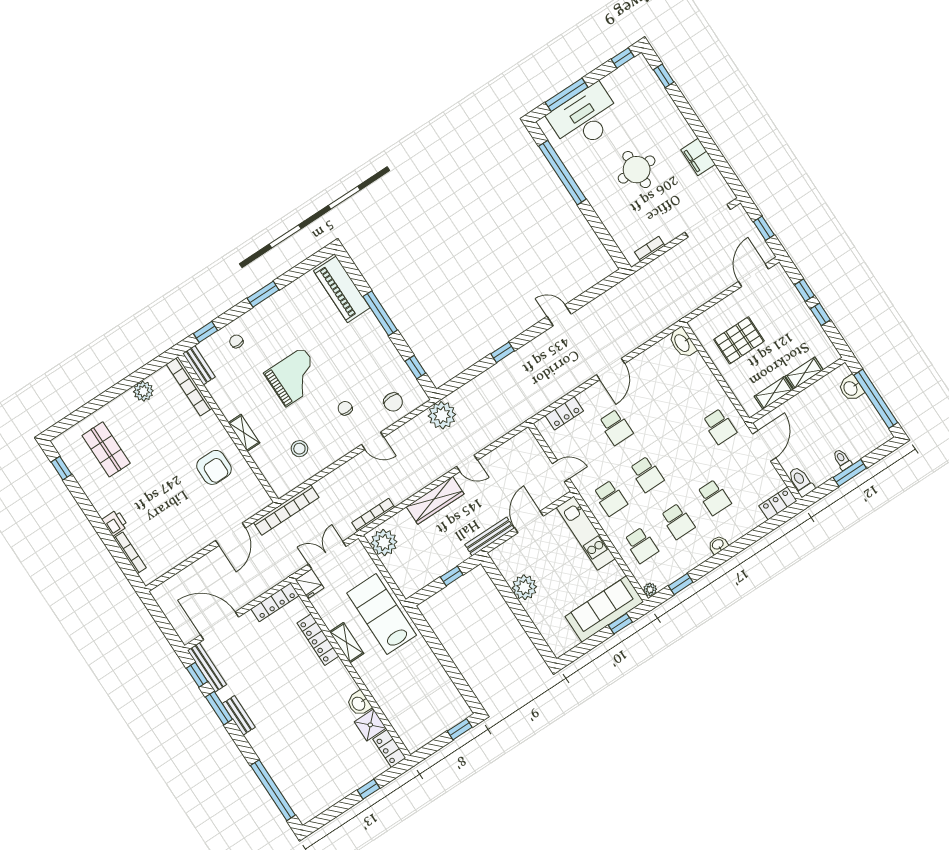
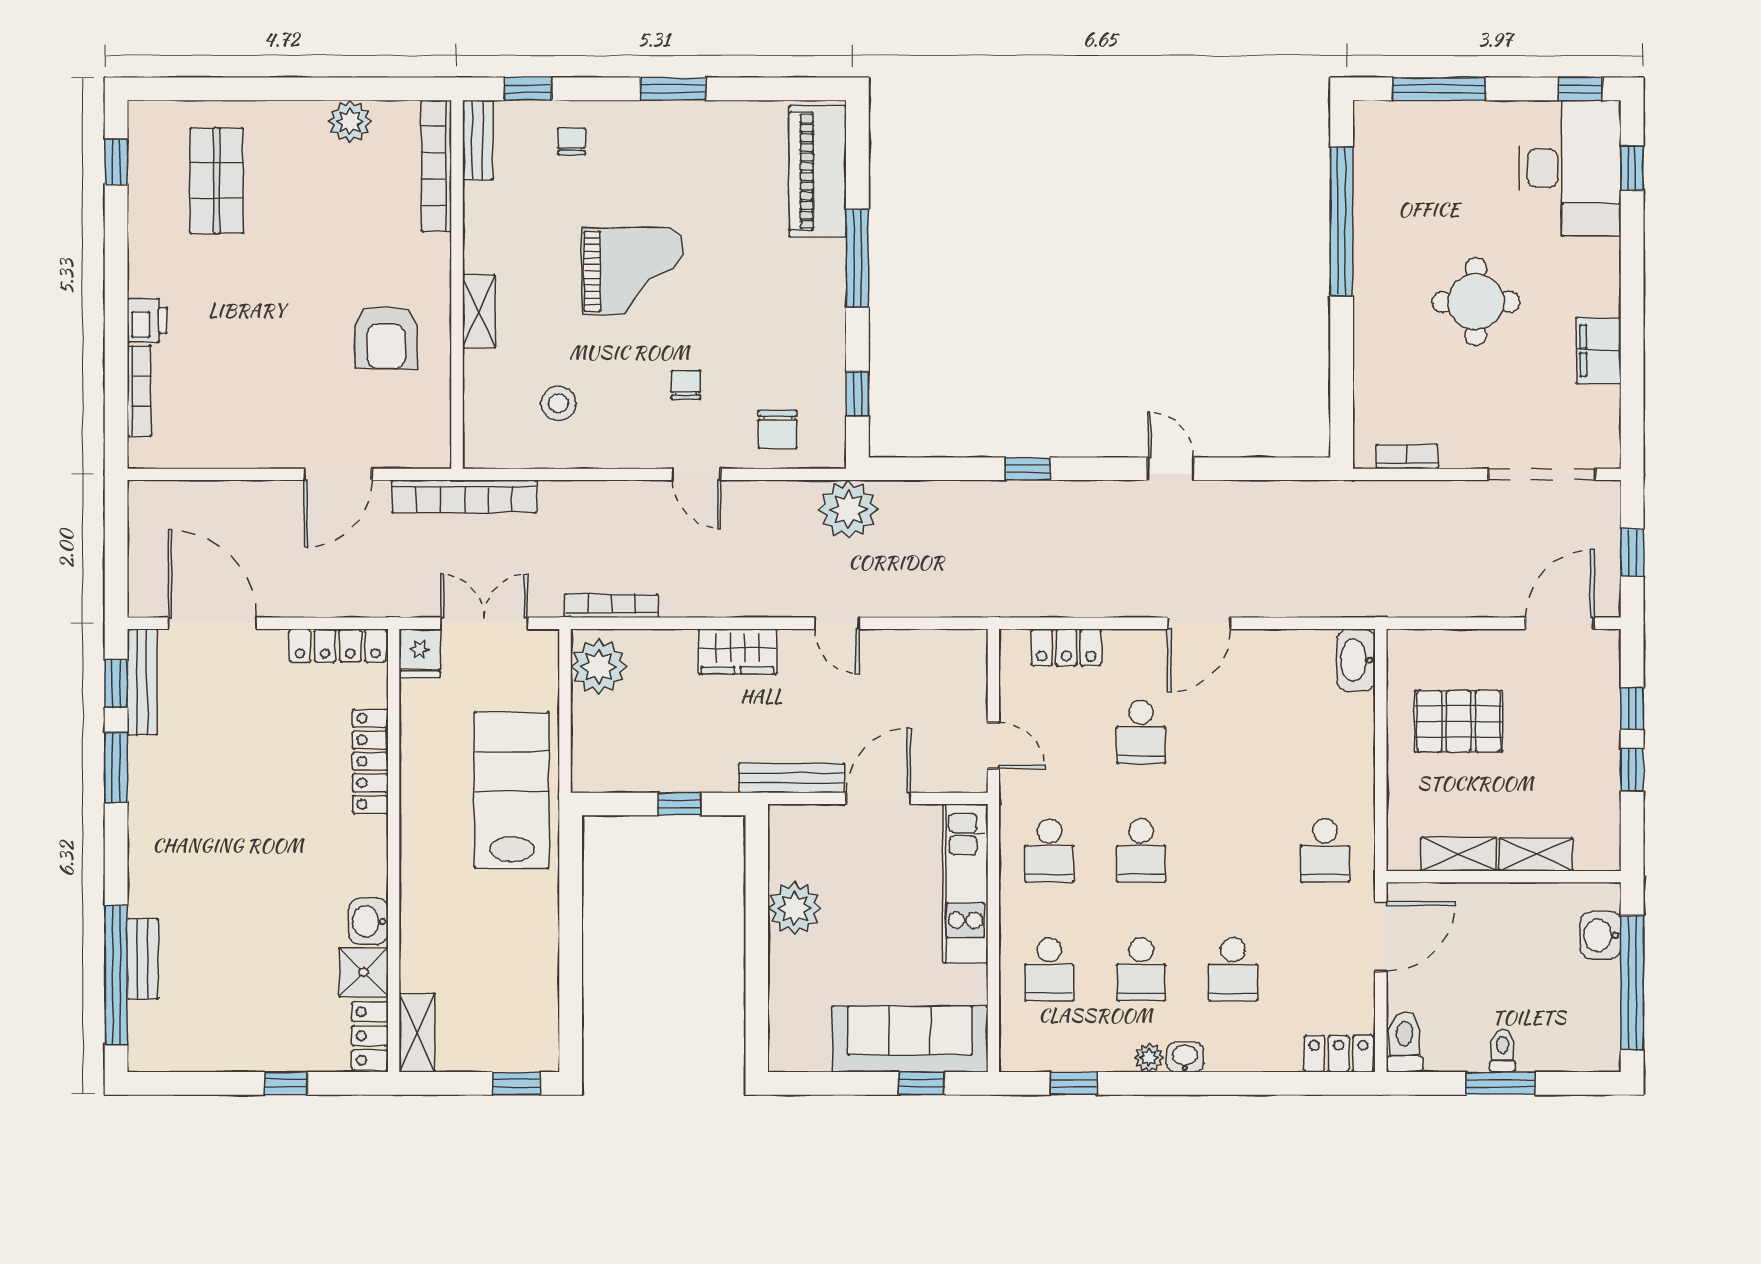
desk: (585, 118) -> (1570, 168), moved, turned 90
wardrobe: (435, 500) -> (738, 651), width x0.67
plant: (650, 590) -> (1149, 1058), moved
shelving: (347, 643) -> (417, 1033), moved
bench: (239, 715) -> (143, 959), moved

